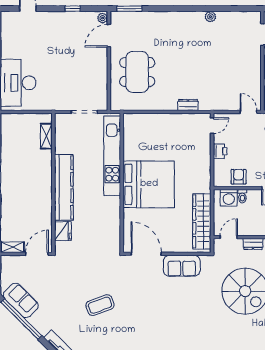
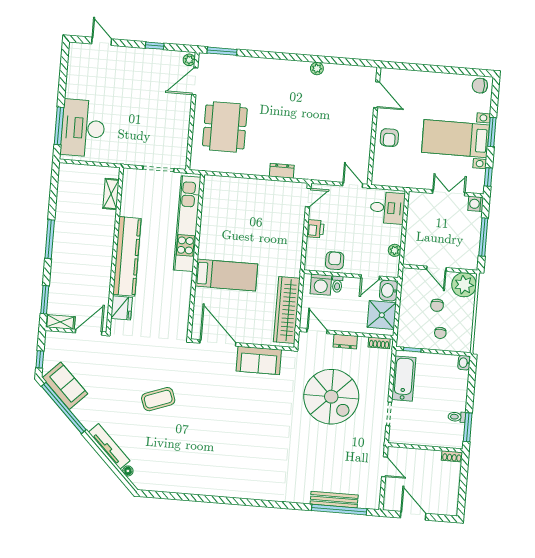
bed: (149, 184) -> (226, 275), width x0.49
door: (229, 237) -> (317, 331), hinge flipped

